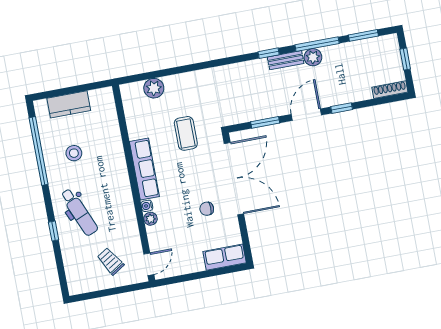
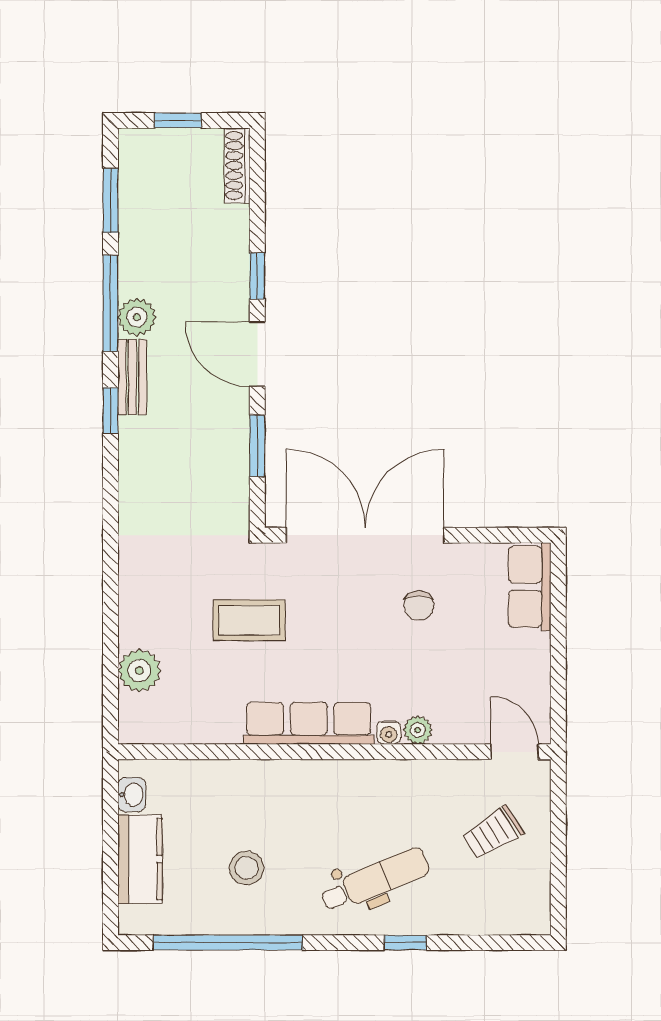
washbasin: (97, 95) -> (132, 795), added

